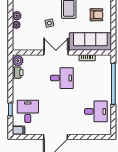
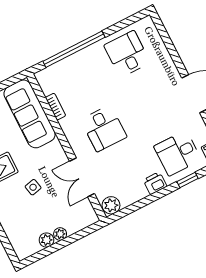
double door: (56, 53) -> (82, 177), moved
printer: (18, 73) -> (155, 183), moved
desk: (62, 78) -> (104, 128), turned 180

